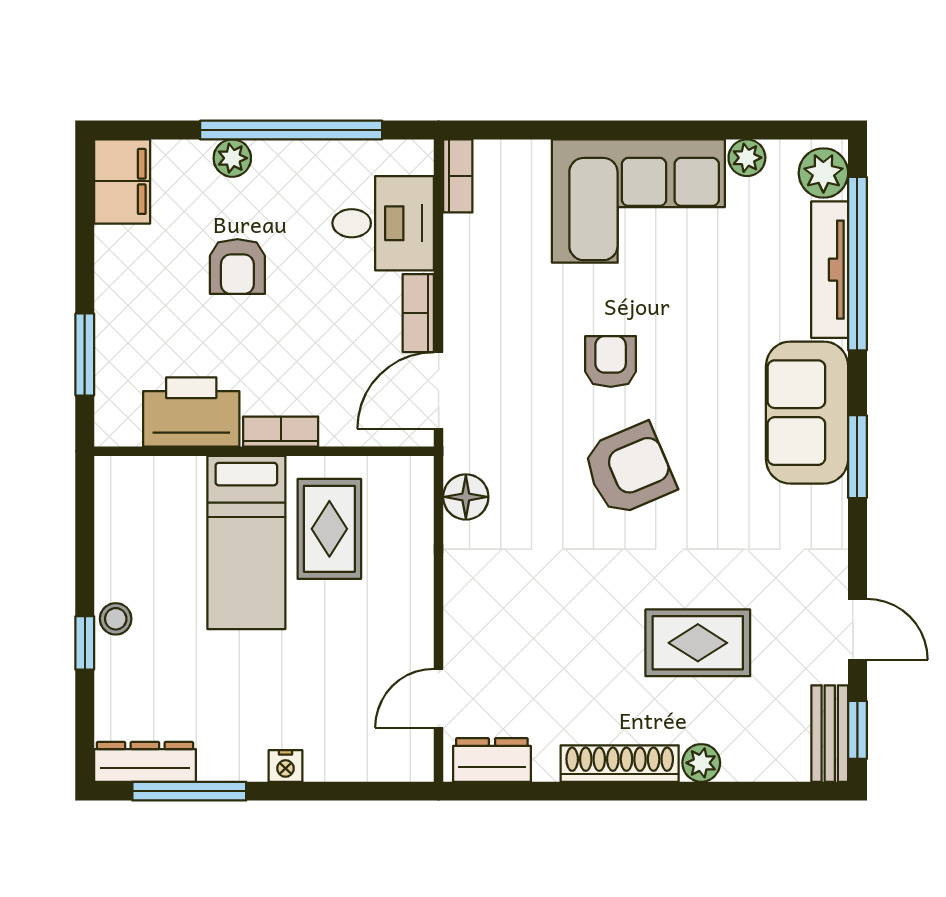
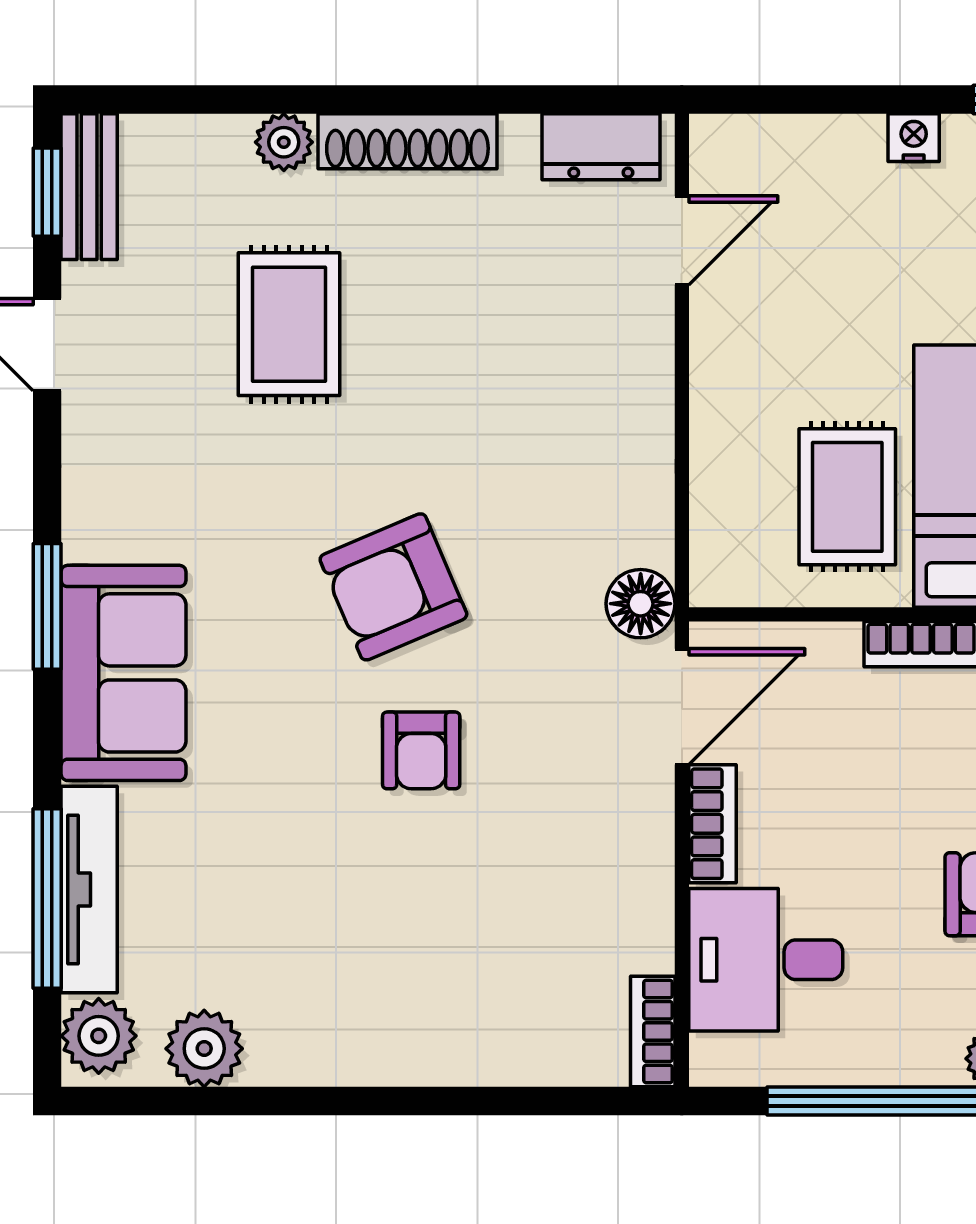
plant: (747, 158) -> (204, 1049), width x1.38, depth x1.38
corner sofa: (638, 201) -> (379, 993), removed
window: (857, 264) -> (47, 898), width x0.68
floor lamp: (466, 497) -> (641, 604), moved
rug: (698, 643) -> (289, 324), turned 90

